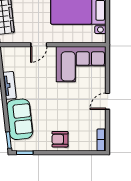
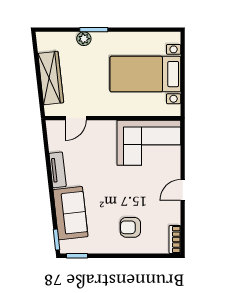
door: (39, 45) -> (76, 118), moved
armchair: (60, 139) -> (130, 227), moved

